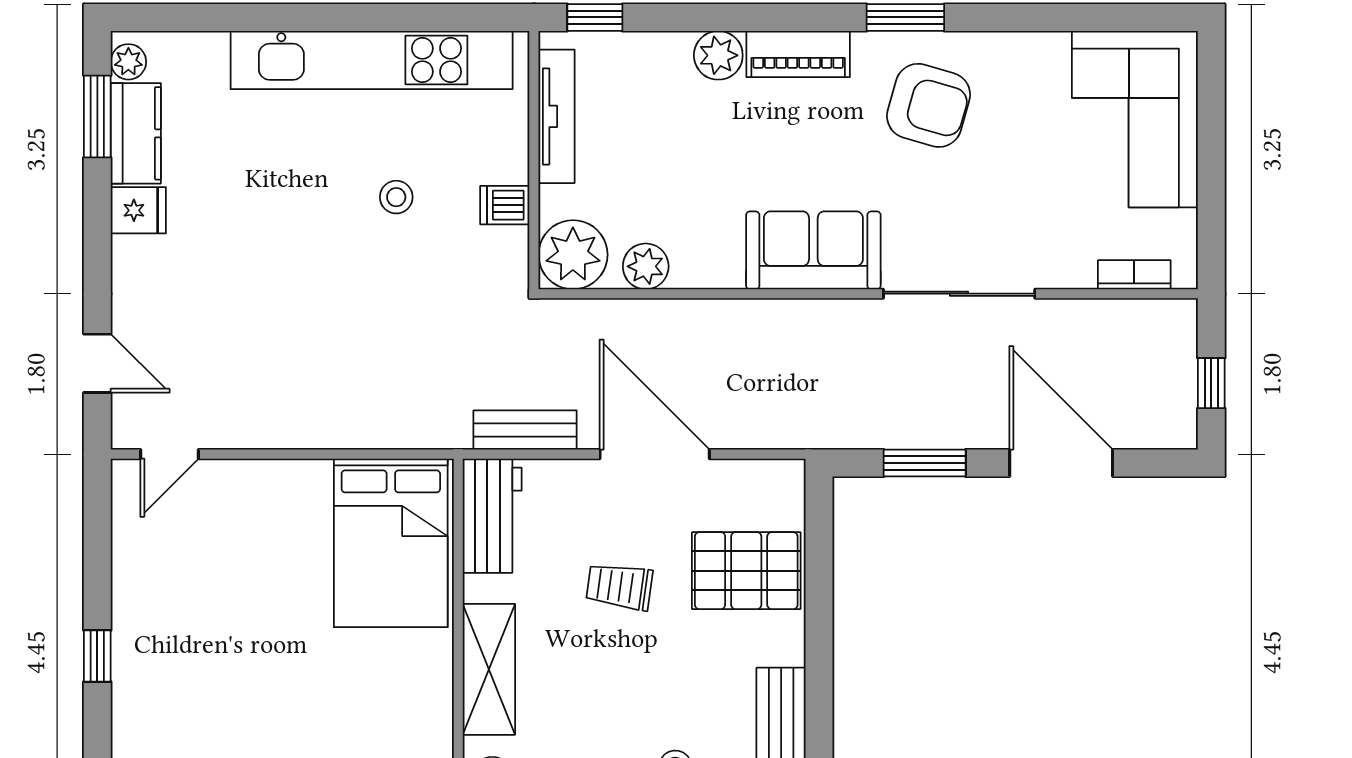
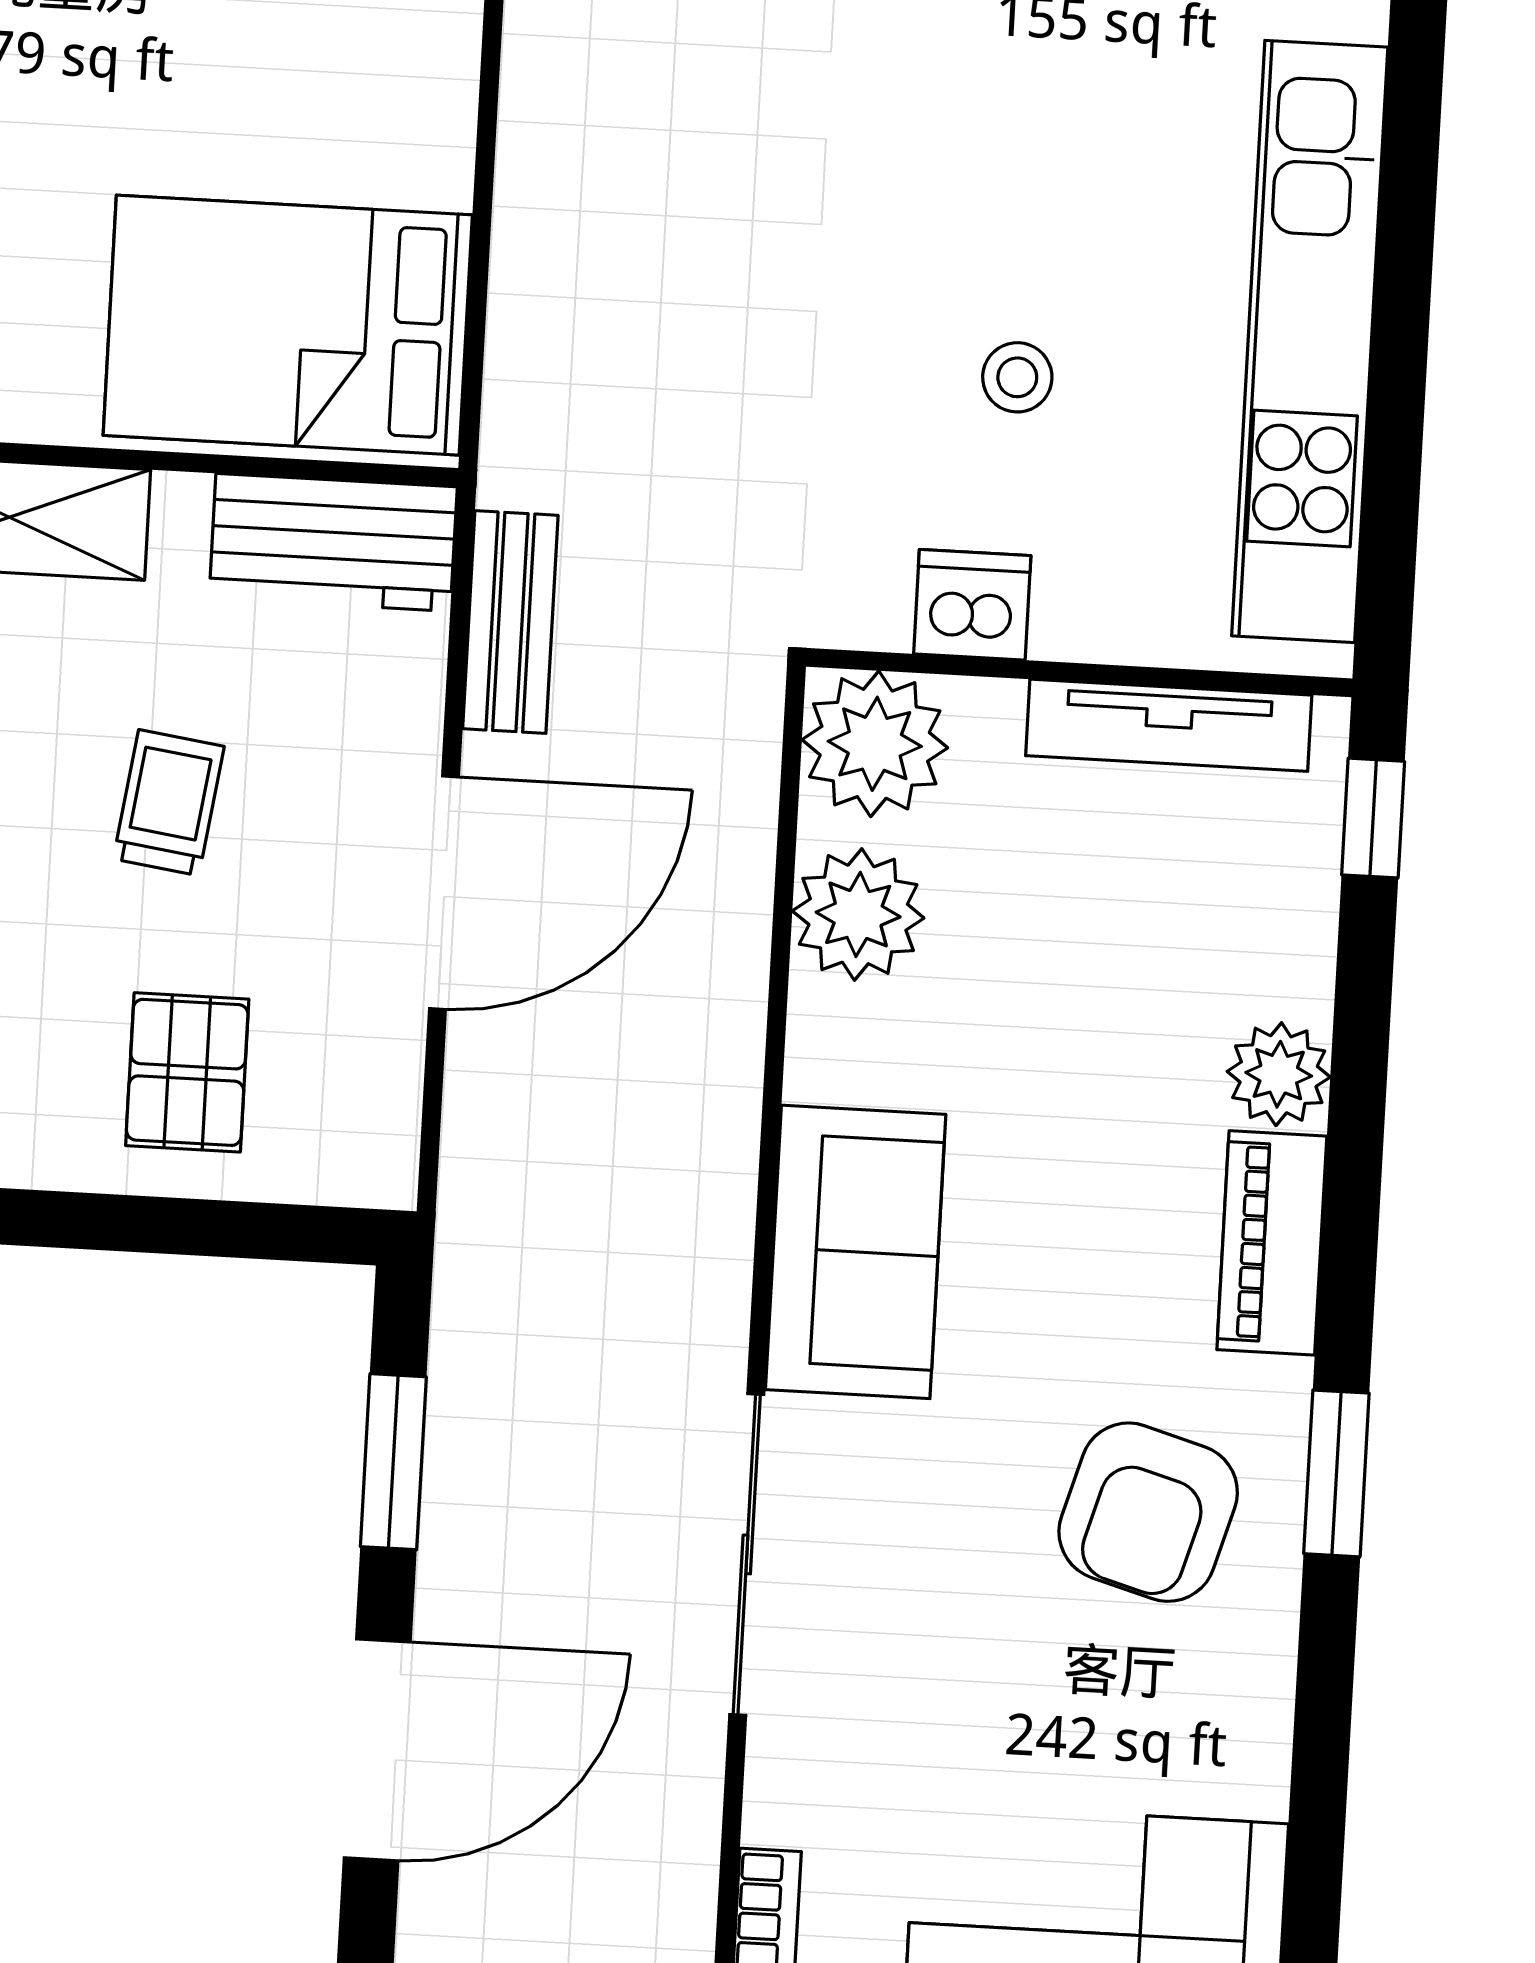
dishwasher: (505, 205) -> (972, 605), width x1.38
plant: (646, 266) -> (858, 914), width x1.36, depth x1.36
pallet: (746, 571) -> (187, 1072), width x0.67, depth x0.71

